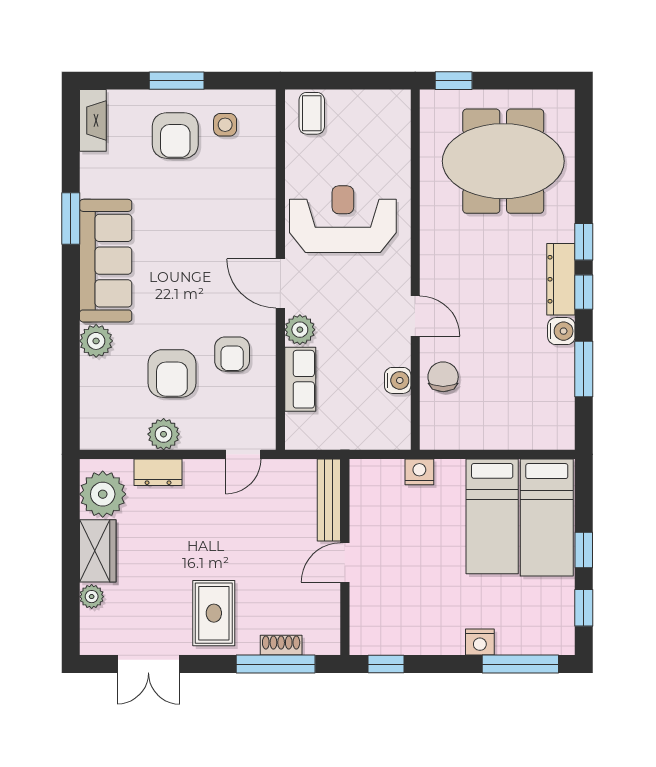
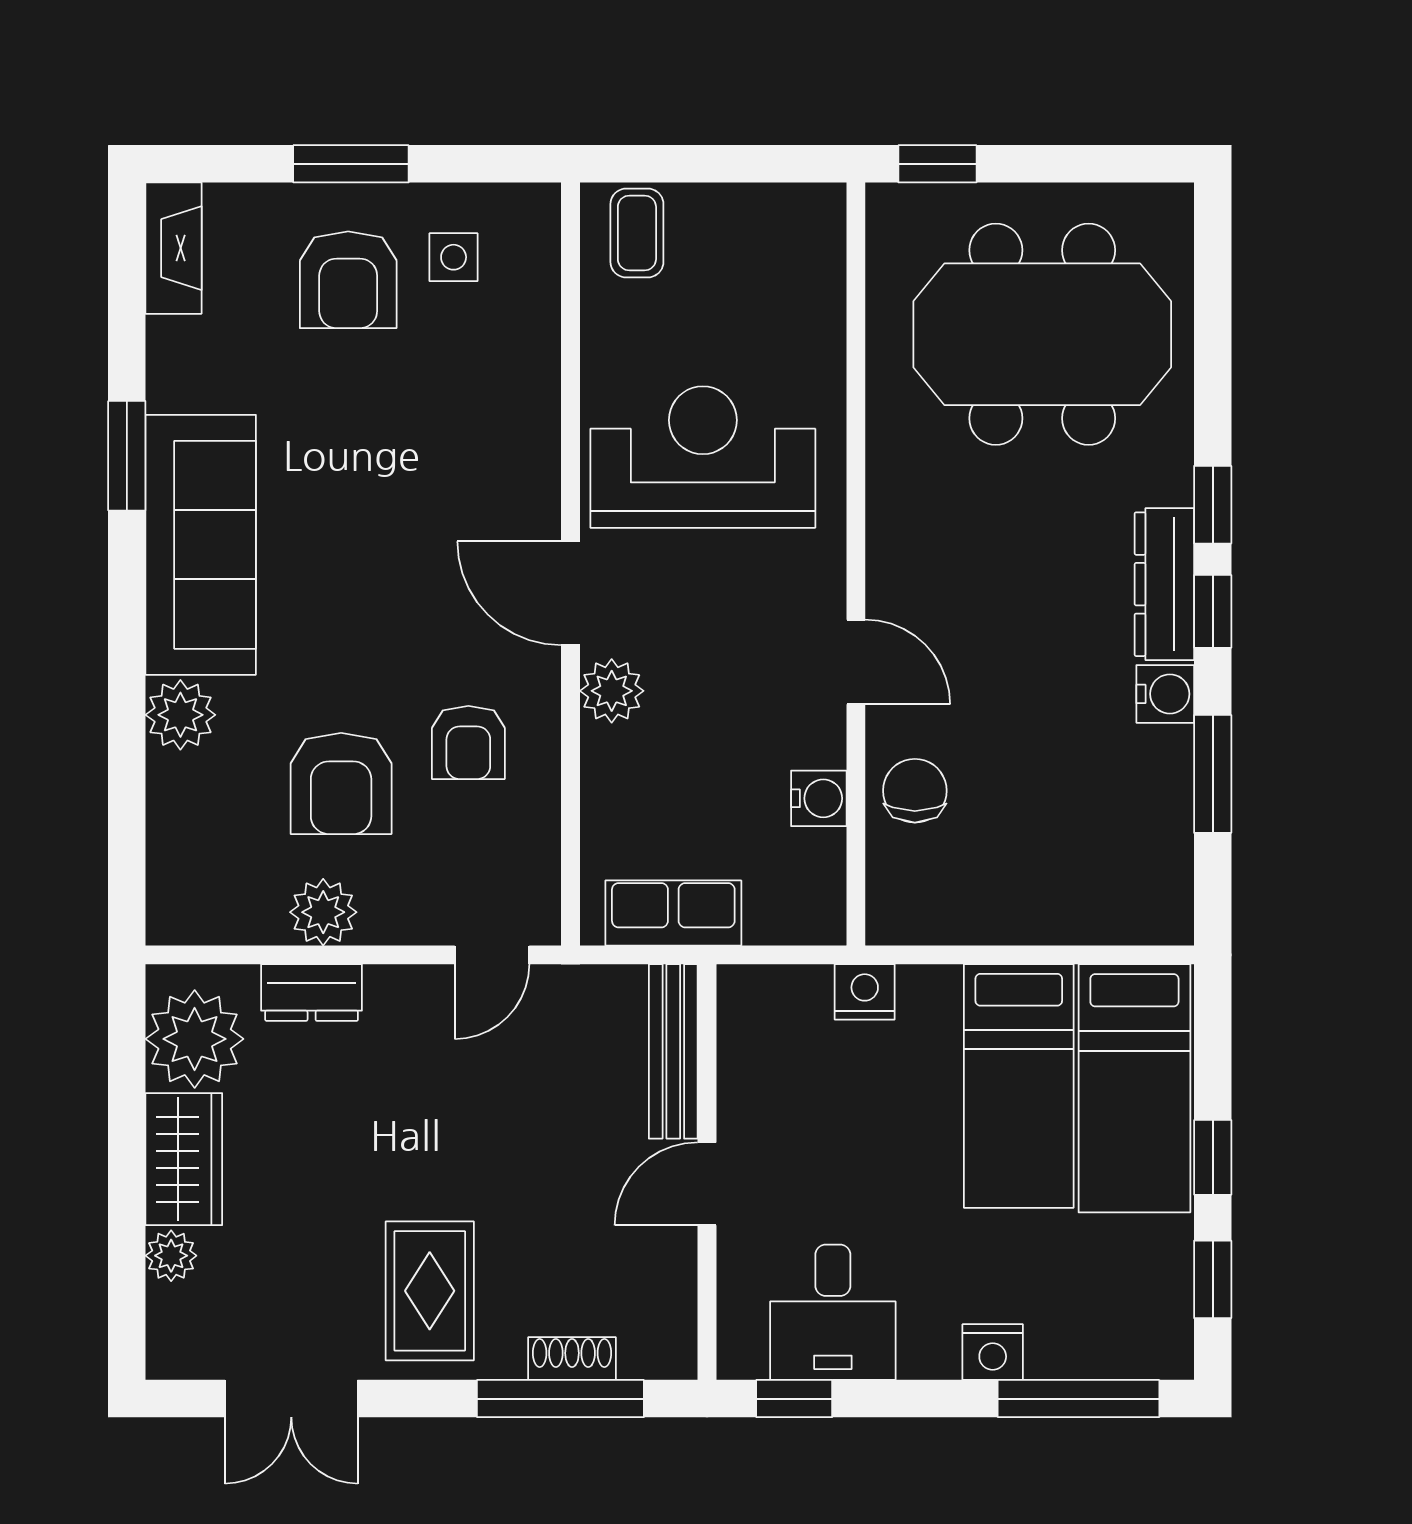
row of seats: (300, 379) -> (673, 913), moved, turned -90
desk: (404, 623) -> (833, 1312), added

